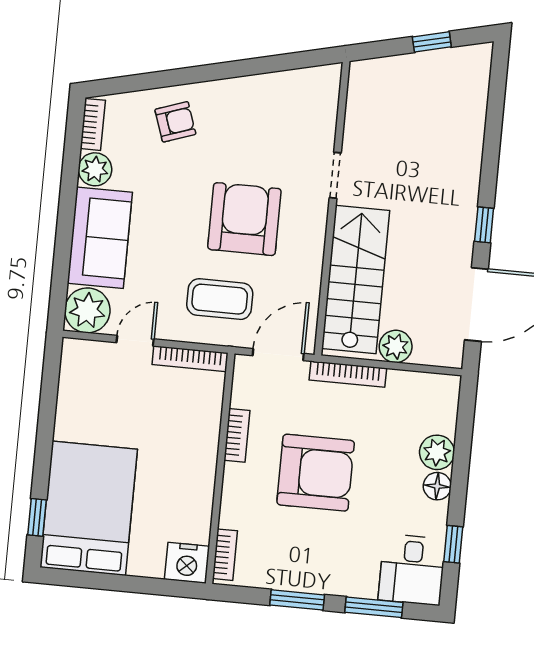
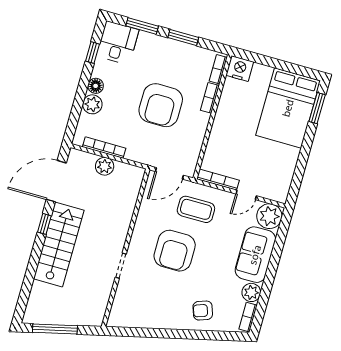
window: (432, 42) -> (55, 329), width x2.17
stairs: (356, 279) -> (59, 245), moved, turned 180
bookcase: (348, 374) -> (104, 148), moved
bookcase: (237, 435) -> (210, 98), moved
armchair: (316, 473) -> (161, 105), turned -90
window: (37, 517) -> (317, 108), width x1.50

